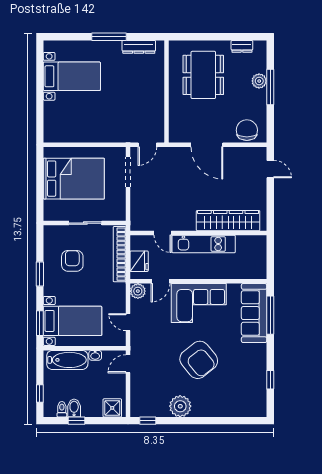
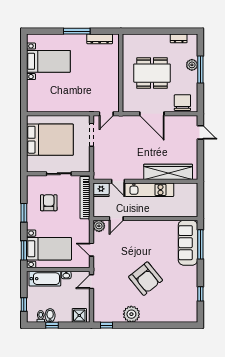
dining table: (203, 75) -> (152, 73), moved, turned 90
fridge: (139, 261) -> (101, 190), moved, turned 90
corner sofa: (199, 303) -> (146, 235), removed

